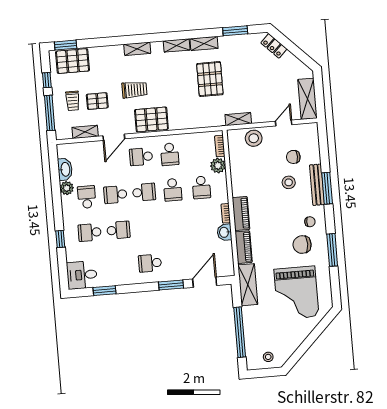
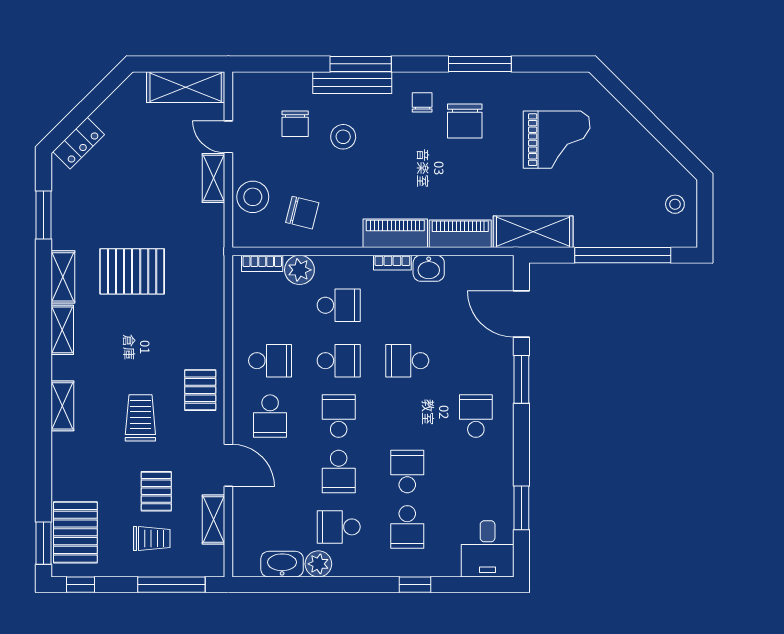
window: (47, 80) -> (80, 585), moved
pallet: (151, 119) -> (200, 390), width x0.67, depth x0.71
shelving: (238, 119) -> (213, 178), moved
chair: (248, 165) -> (302, 213), added
school desk: (176, 225) -> (407, 361), added
school desk: (150, 263) -> (476, 416), turned 180
grand piano: (296, 293) -> (557, 140), width x0.73, depth x0.68

